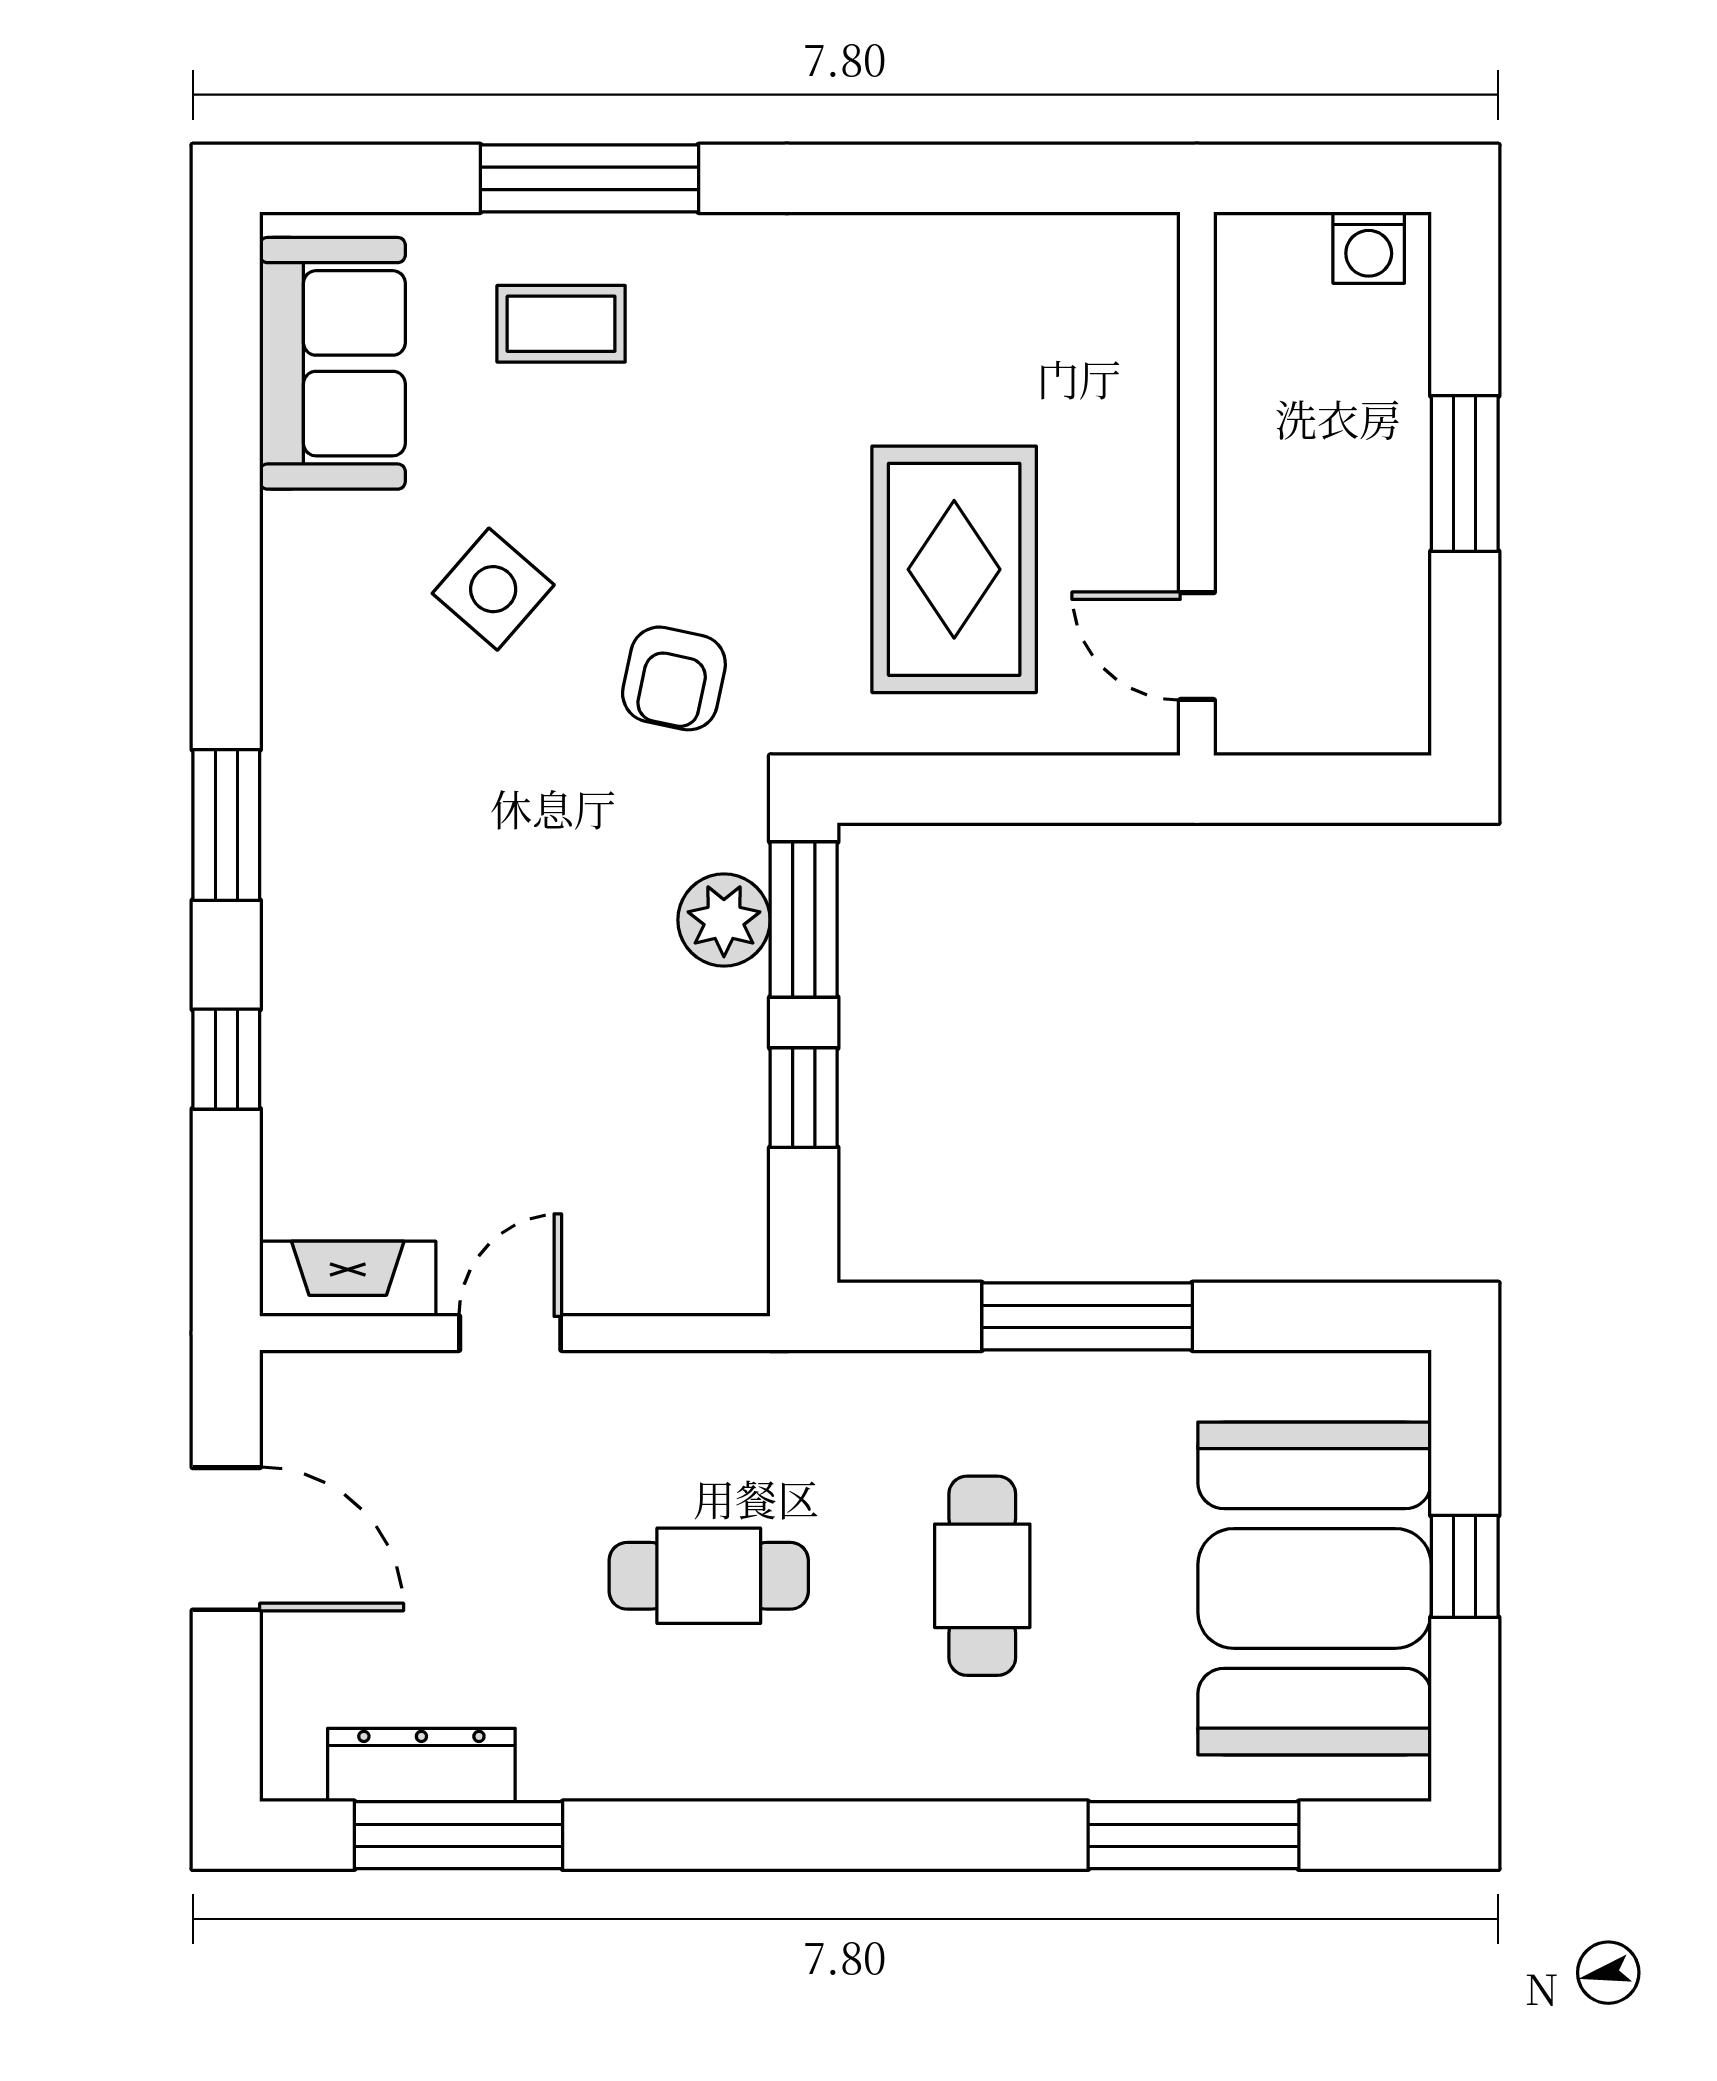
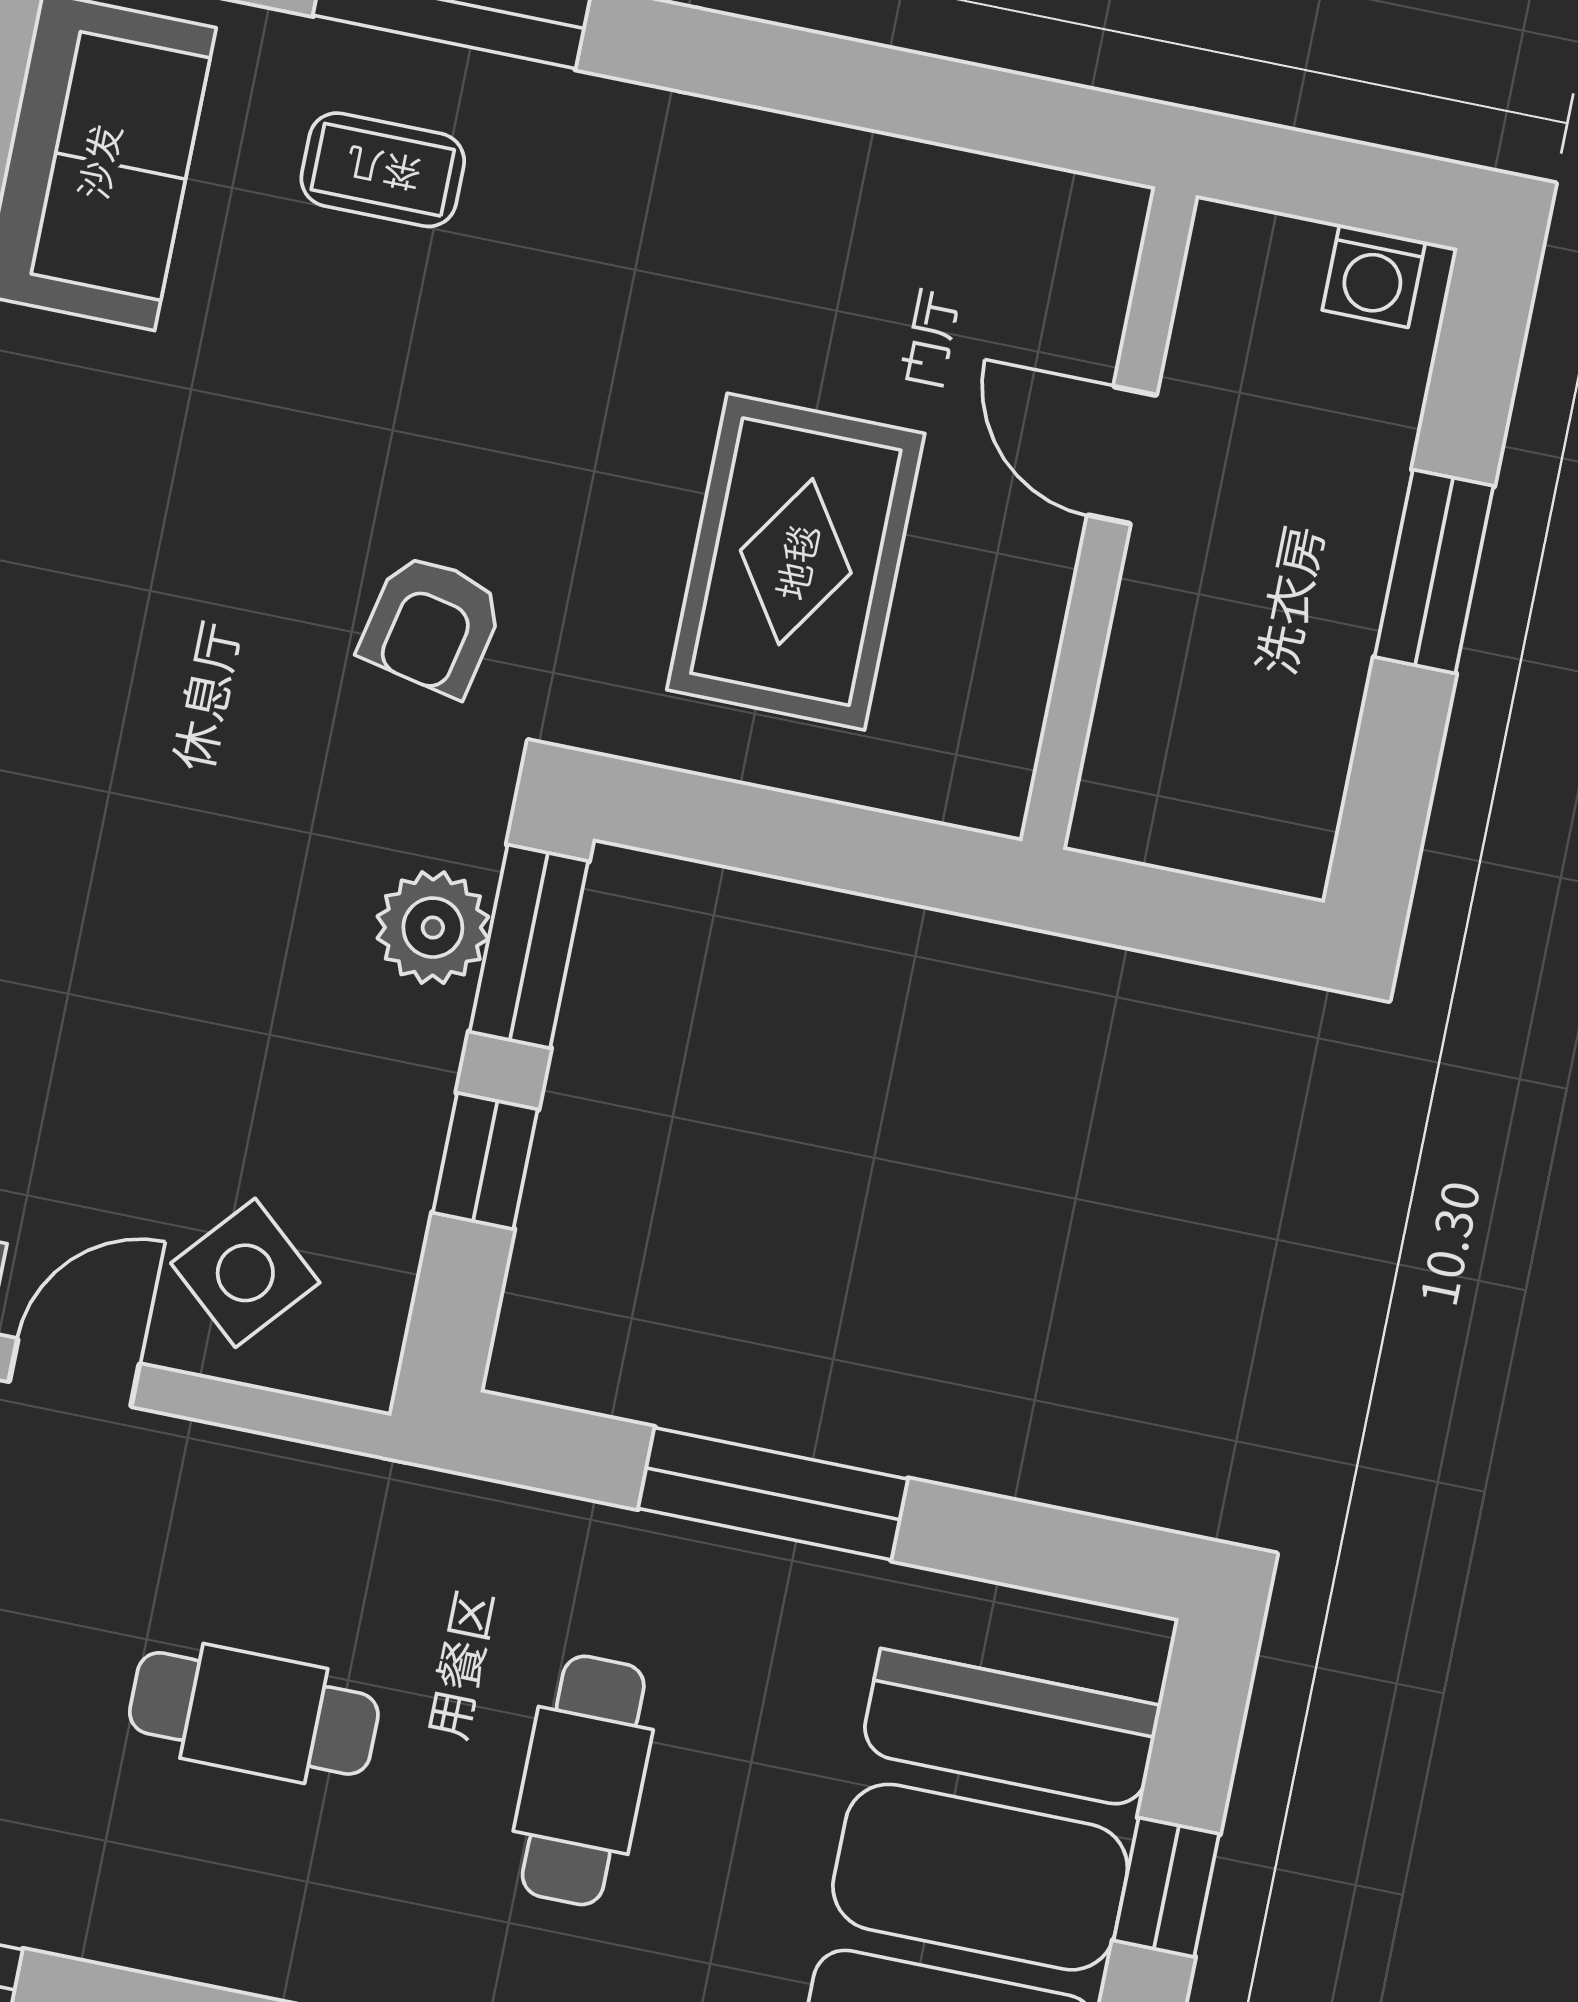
side table: (493, 589) -> (245, 1273), moved
door: (1197, 646) -> (1122, 455), moved

